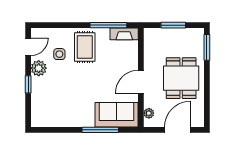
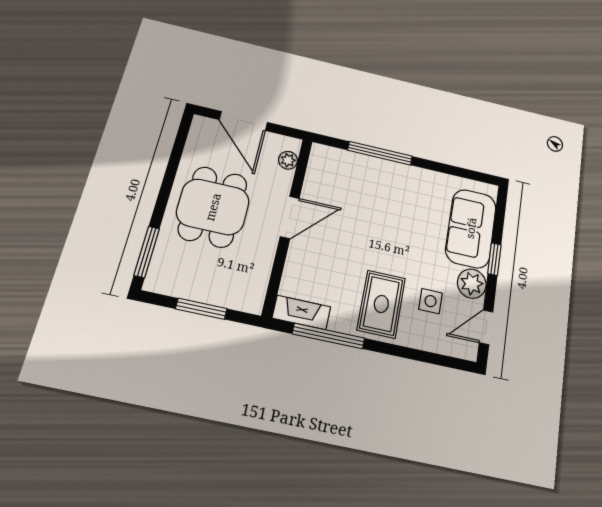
sofa: (117, 115) -> (471, 228), moved, turned 90
door: (177, 130) -> (243, 121), hinge flipped

